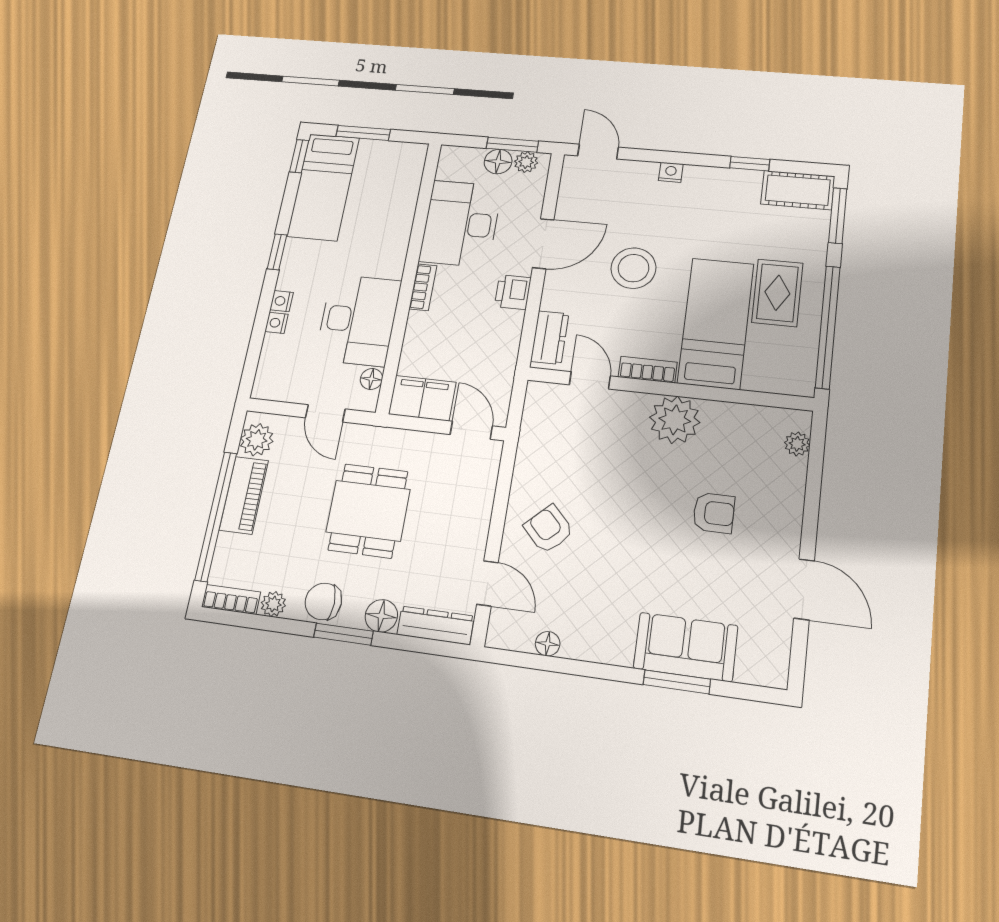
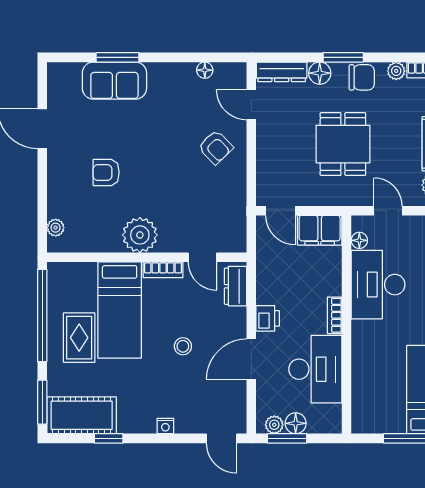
cot: (798, 190) -> (82, 415), width x1.37, depth x1.34
stool: (633, 268) -> (183, 346), width x0.53, depth x0.53

